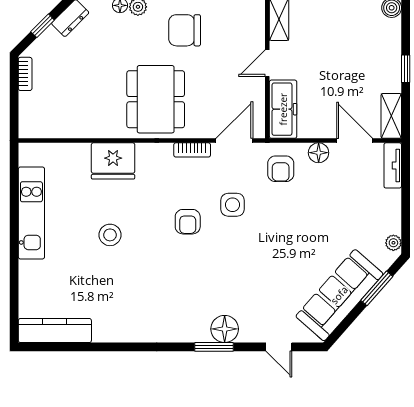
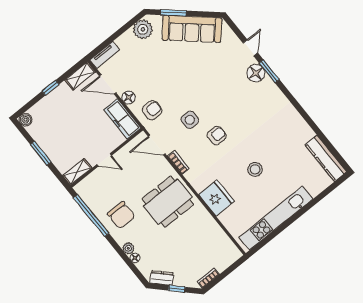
freezer: (283, 109) -> (122, 119), moved, turned -90
door: (355, 141) -> (108, 84), hinge flipped
kitchen unit: (31, 213) -> (276, 218), width x1.36
plant: (393, 243) -> (143, 29), width x1.88, depth x1.88
door: (279, 347) -> (250, 48), moved

